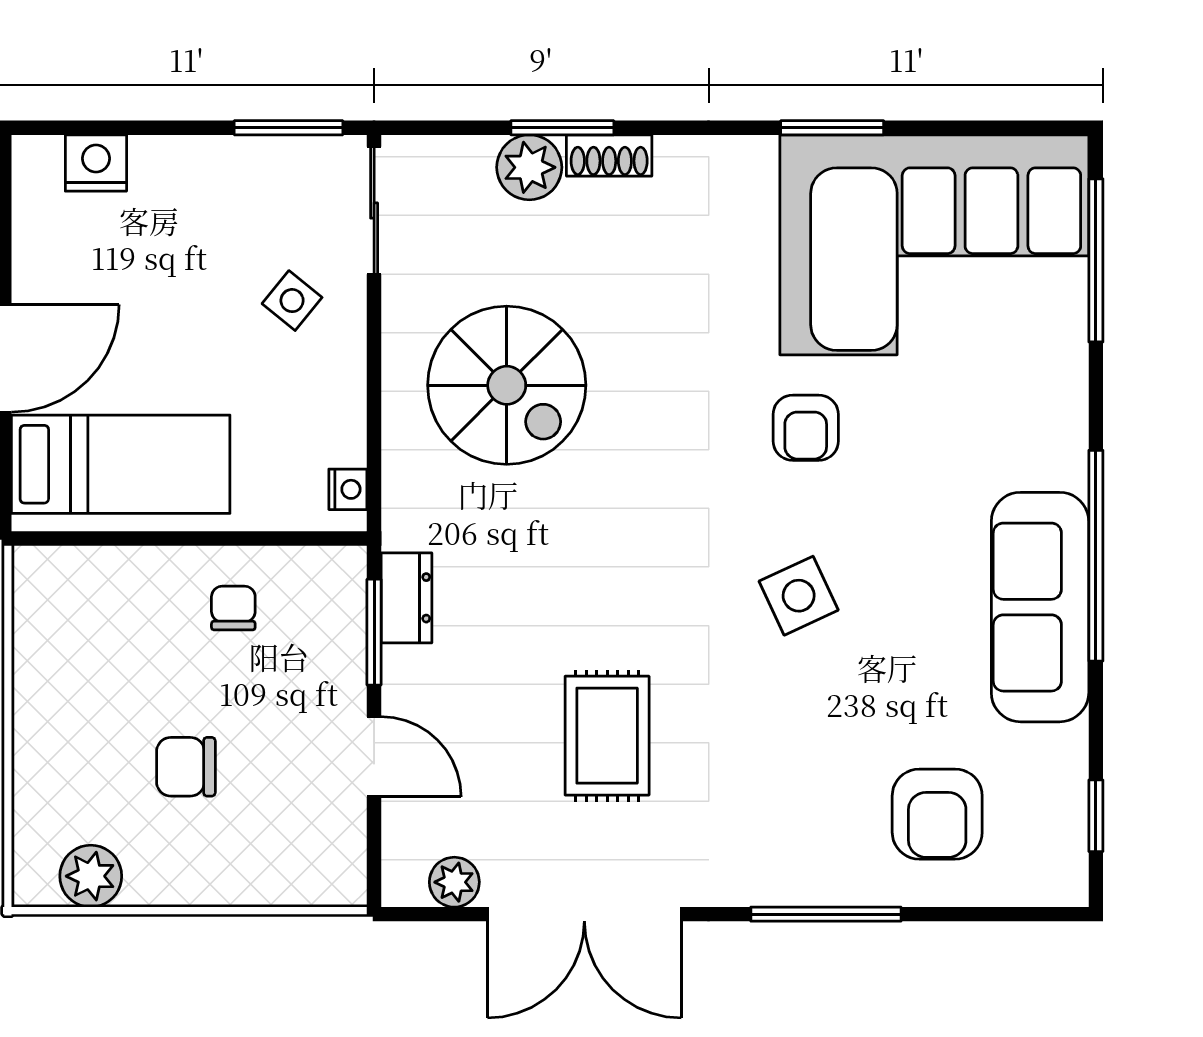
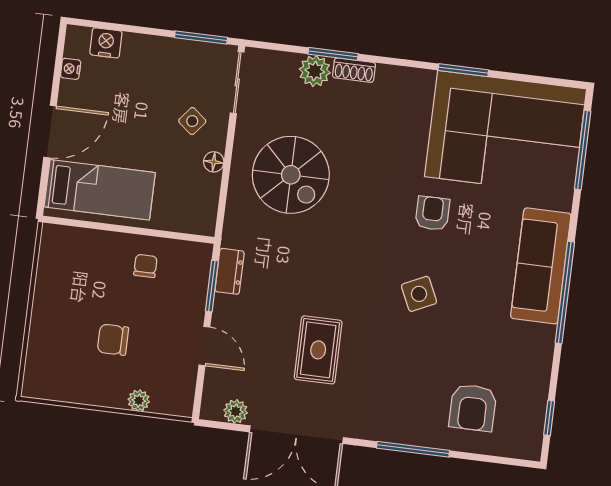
floor lamp: (346, 378) -> (214, 162), added
armchair: (806, 428) -> (433, 213), turned 180
nightstand: (348, 489) -> (71, 69), moved, turned 180
sofa: (1040, 607) -> (541, 266), moved
plant: (91, 876) -> (139, 401), moved, width x0.73, depth x0.73

